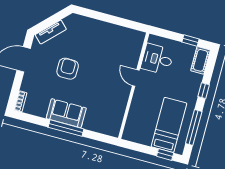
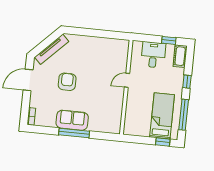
tv unit: (51, 32) -> (52, 49), width x1.41
desk: (157, 59) -> (153, 55), moved, turned 90
door: (136, 78) -> (127, 80), hinge flipped

